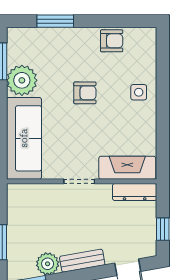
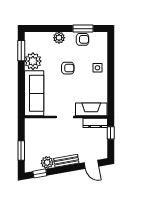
window: (55, 21) -> (83, 29), moved
plant: (69, 38) -> (59, 38), added
window: (163, 229) -> (111, 133), moved

